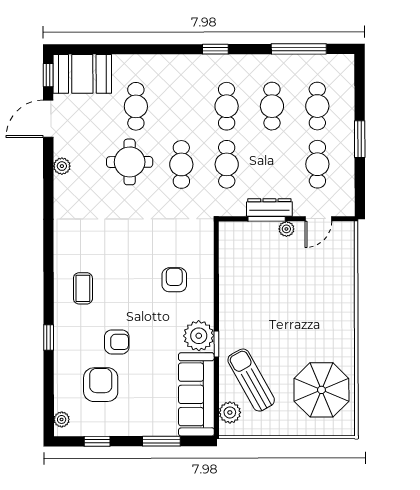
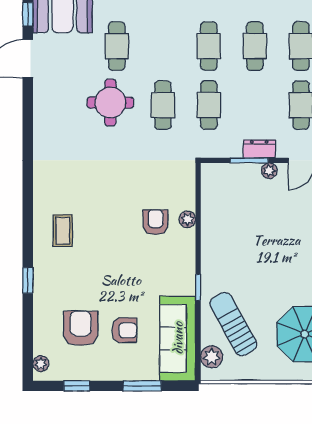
plant: (62, 166) -> (42, 107), removed
dresser: (269, 207) -> (259, 149), width x0.70
plant: (199, 336) -> (187, 219), moved, width x0.53, depth x0.53
armchair: (117, 342) -> (124, 330), moved

